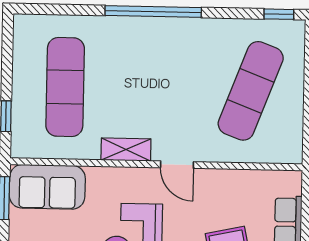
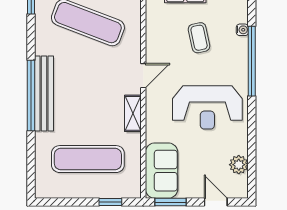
bench: (155, 29) -> (44, 94), added

